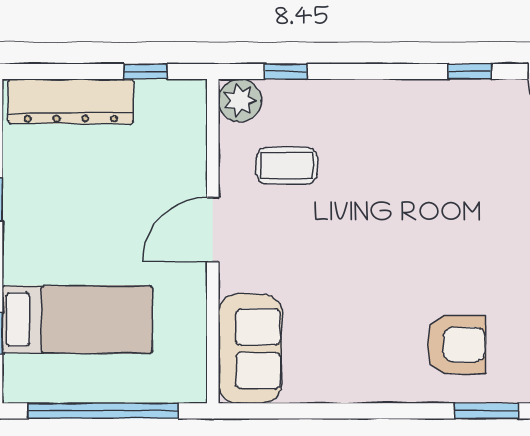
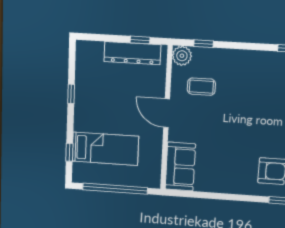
dresser: (71, 101) -> (132, 53), moved
door: (213, 230) -> (167, 113), hinge flipped

